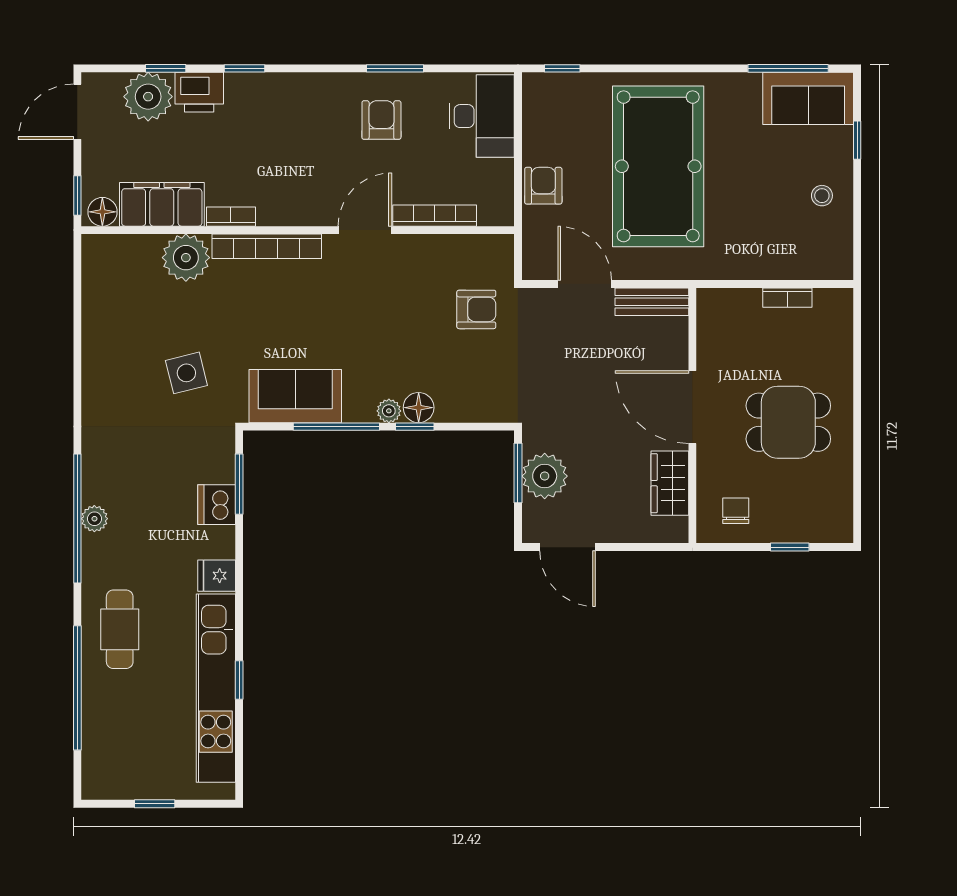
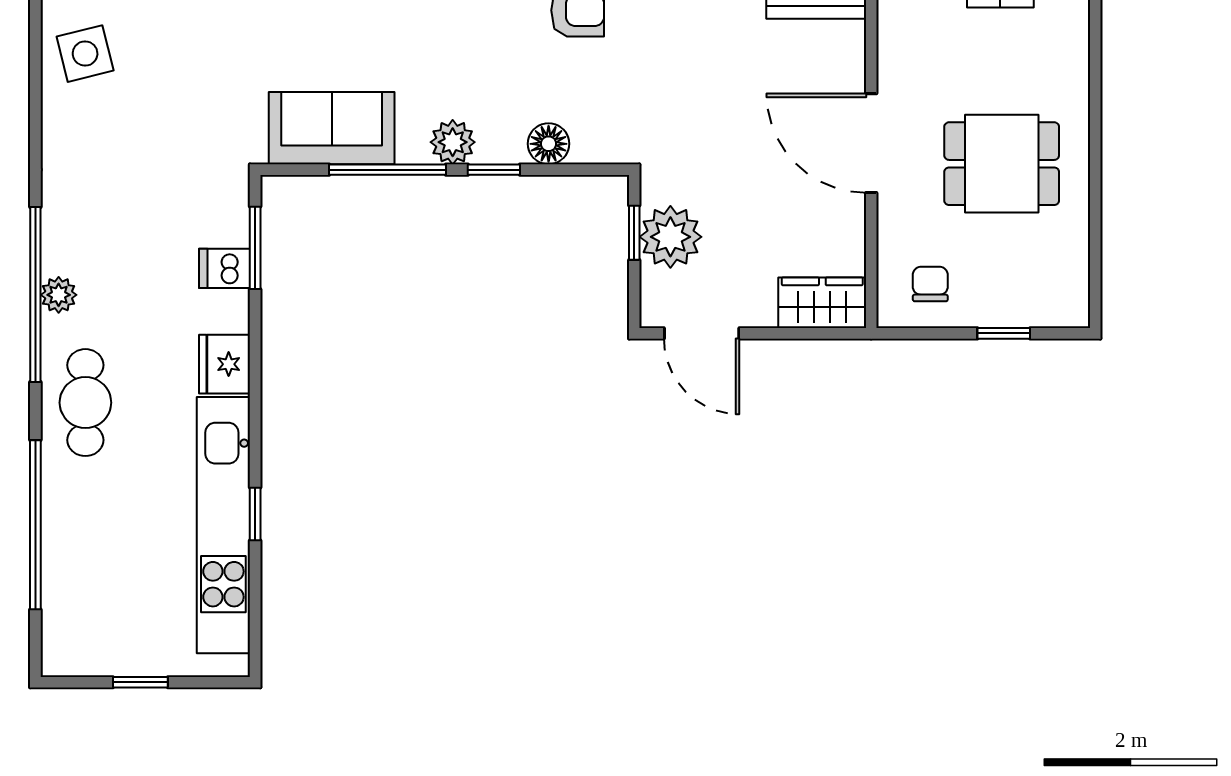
side table: (186, 373) -> (85, 54), moved
floor lamp: (419, 408) -> (549, 144), moved
plant: (389, 411) -> (453, 142), width x1.38, depth x1.38
window: (518, 473) -> (634, 233), width x0.67
wardrobe: (670, 483) -> (822, 303), moved, turned 90
dishwasher: (217, 505) -> (225, 268), width x0.73
fridge: (217, 576) -> (225, 364), width x1.38
cafe table: (120, 629) -> (85, 403), moved

